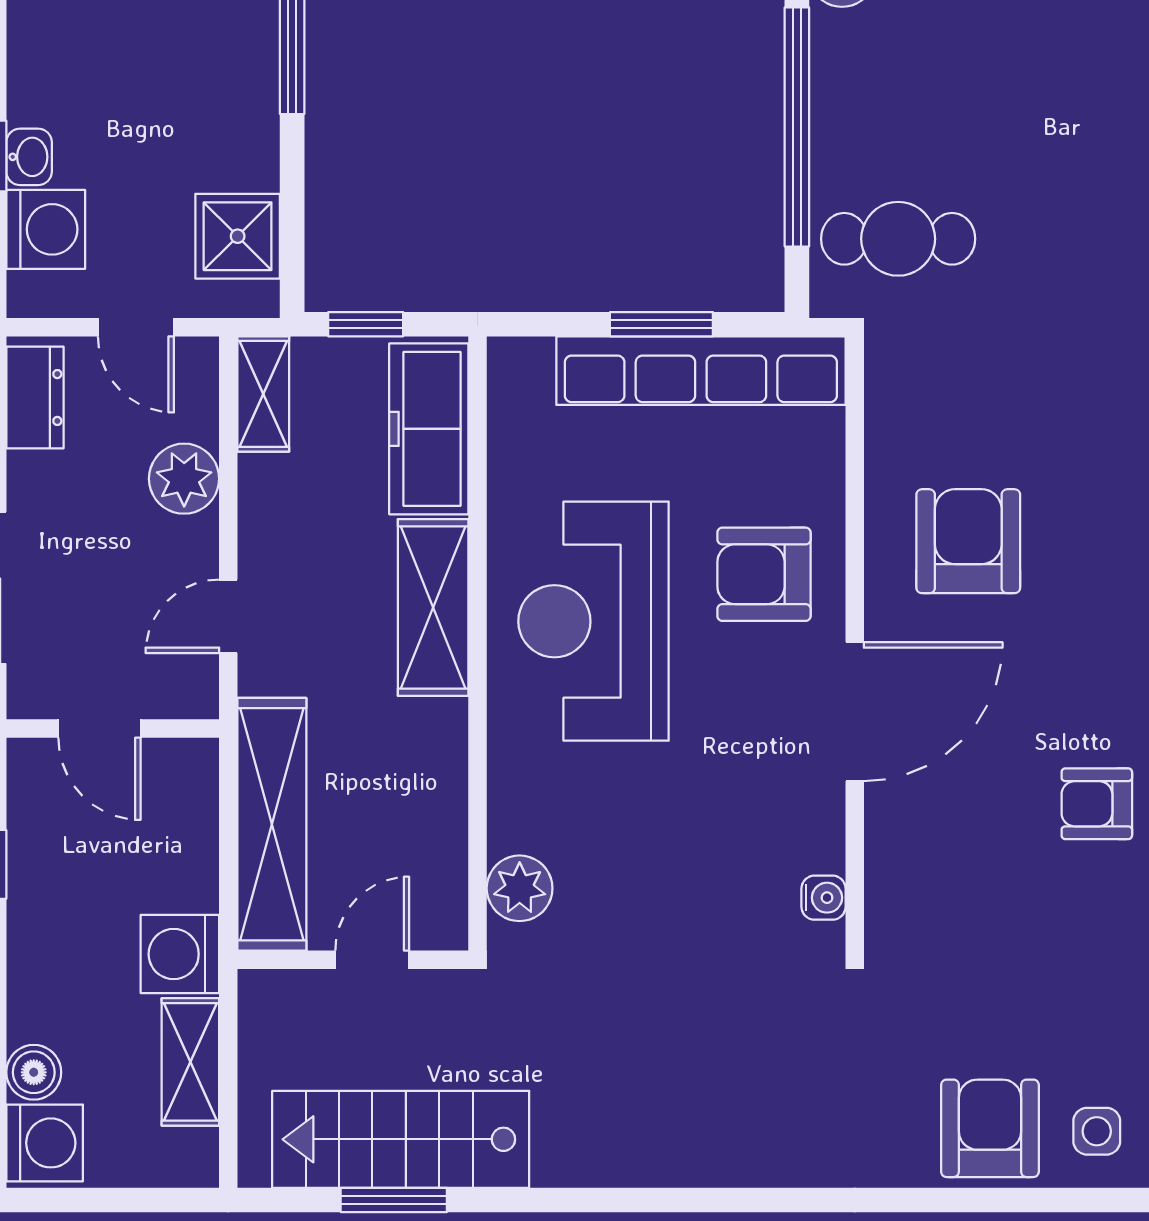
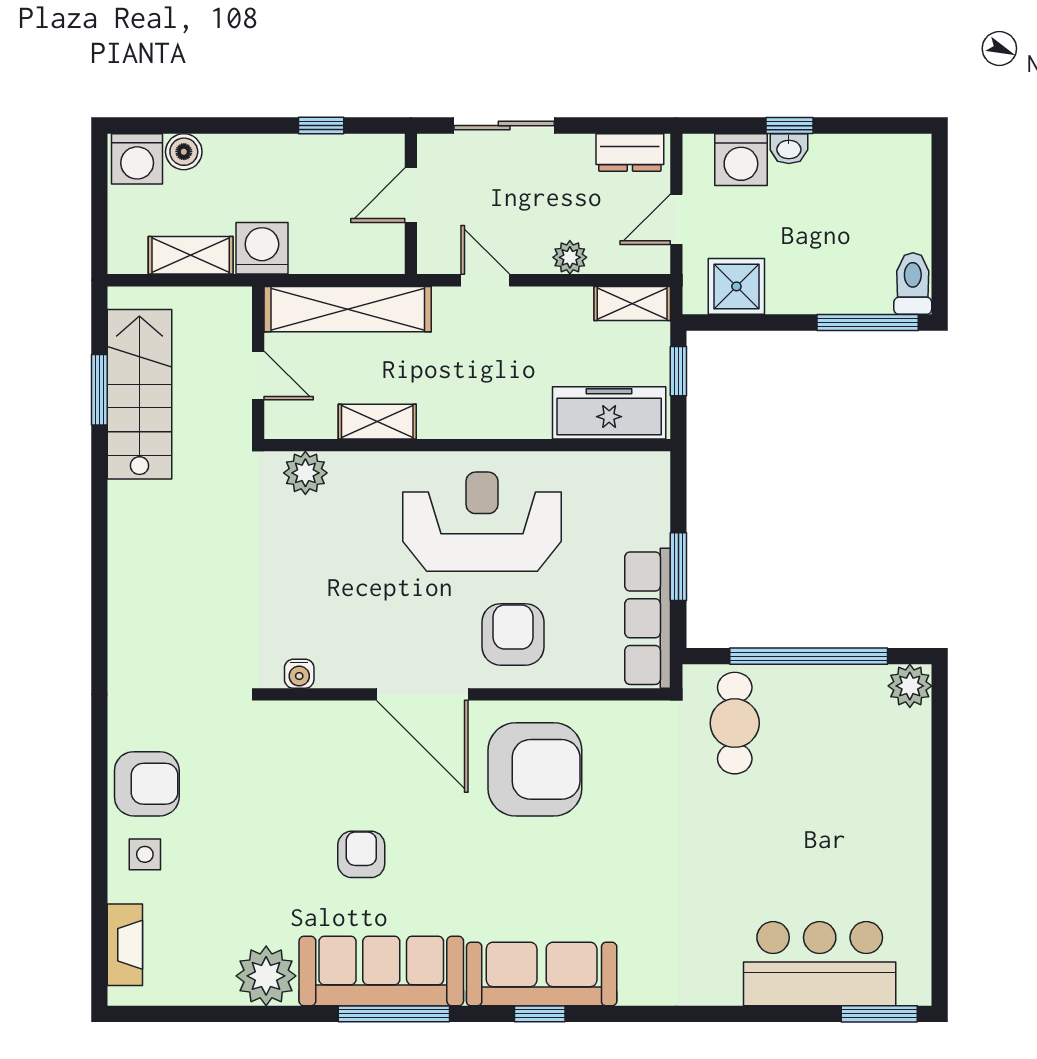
row of seats: (701, 371) -> (648, 618), width x0.73
plant: (184, 479) -> (570, 257), width x0.73, depth x0.73
armchair: (968, 541) -> (535, 769), width x1.36, depth x1.36
shelving: (433, 607) -> (377, 422), moved, width x0.67, depth x0.75

